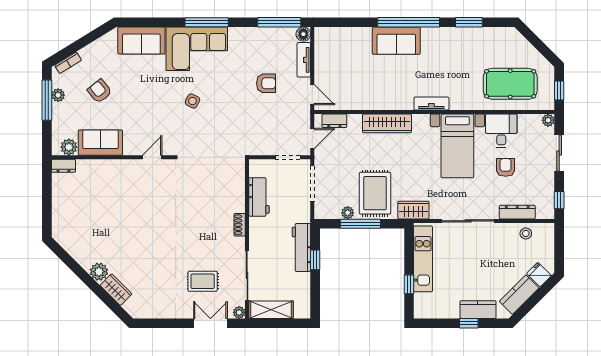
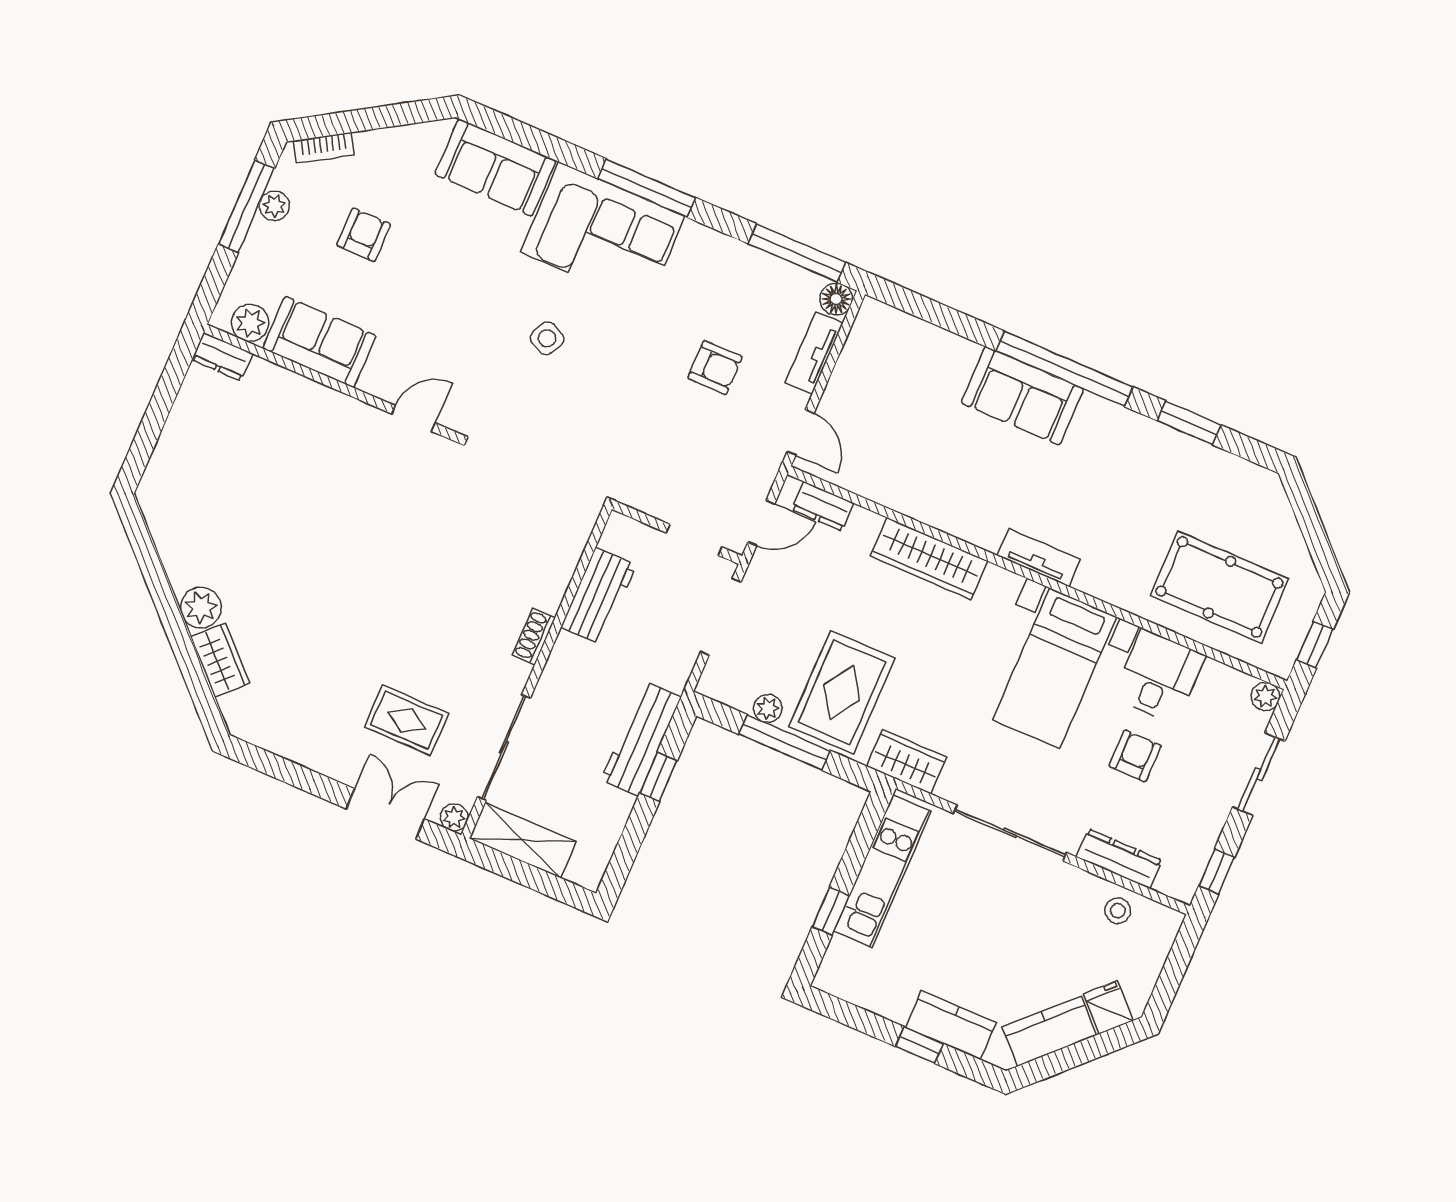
armchair: (100, 91) -> (364, 235), turned 39

